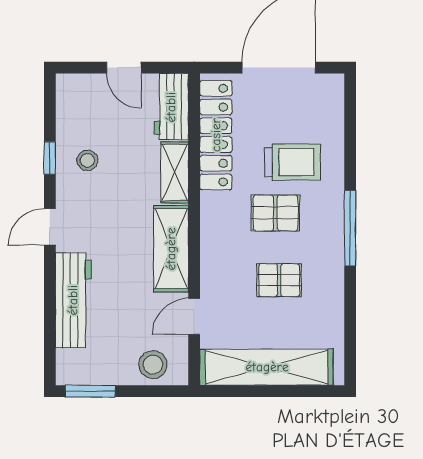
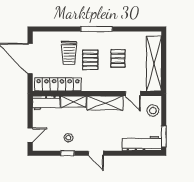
door: (124, 68) -> (30, 135), moved
trolley: (293, 162) -> (69, 53), turned 180
workbench: (73, 300) -> (142, 143), moved

